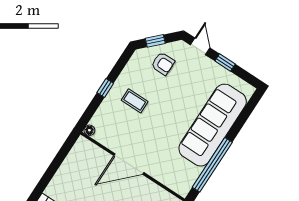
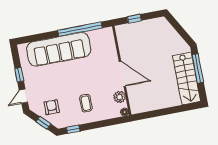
window: (105, 88) -> (73, 129), moved
plant: (109, 139) -> (120, 97), added

